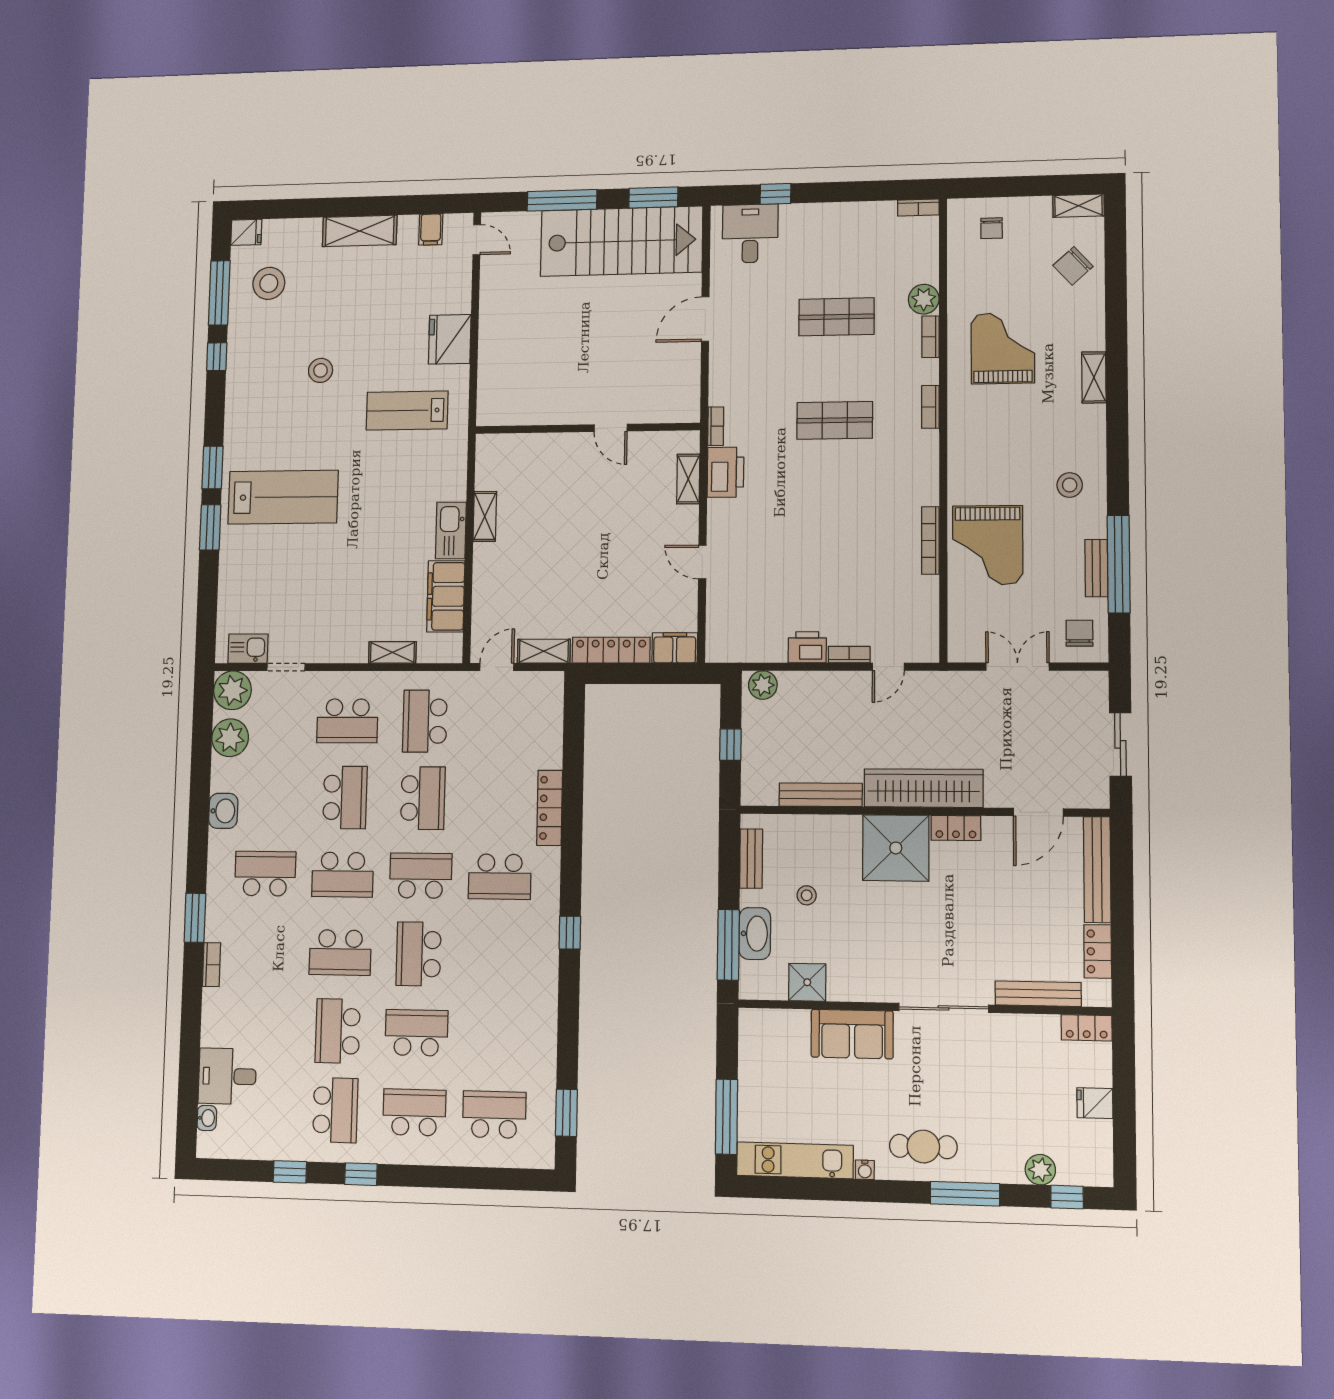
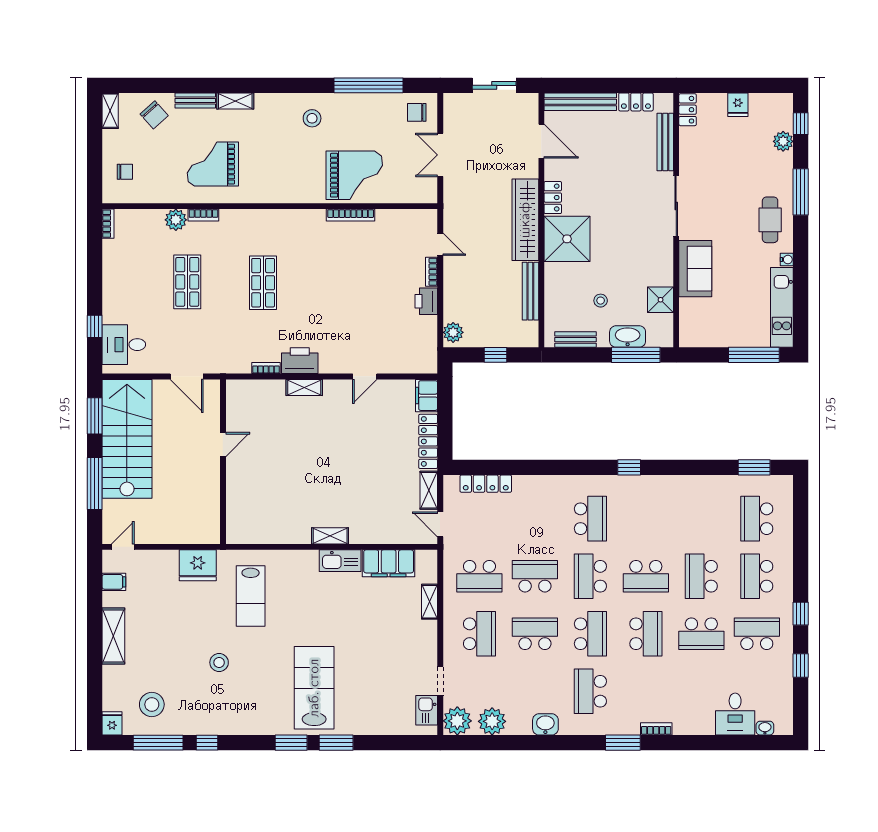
bookcase: (930, 407) -> (254, 215), removed
wall: (587, 428) -> (223, 462), moved
door: (611, 428) -> (223, 444), moved
bench: (1096, 568) -> (195, 100), moved
locker: (550, 808) -> (486, 484), moved

